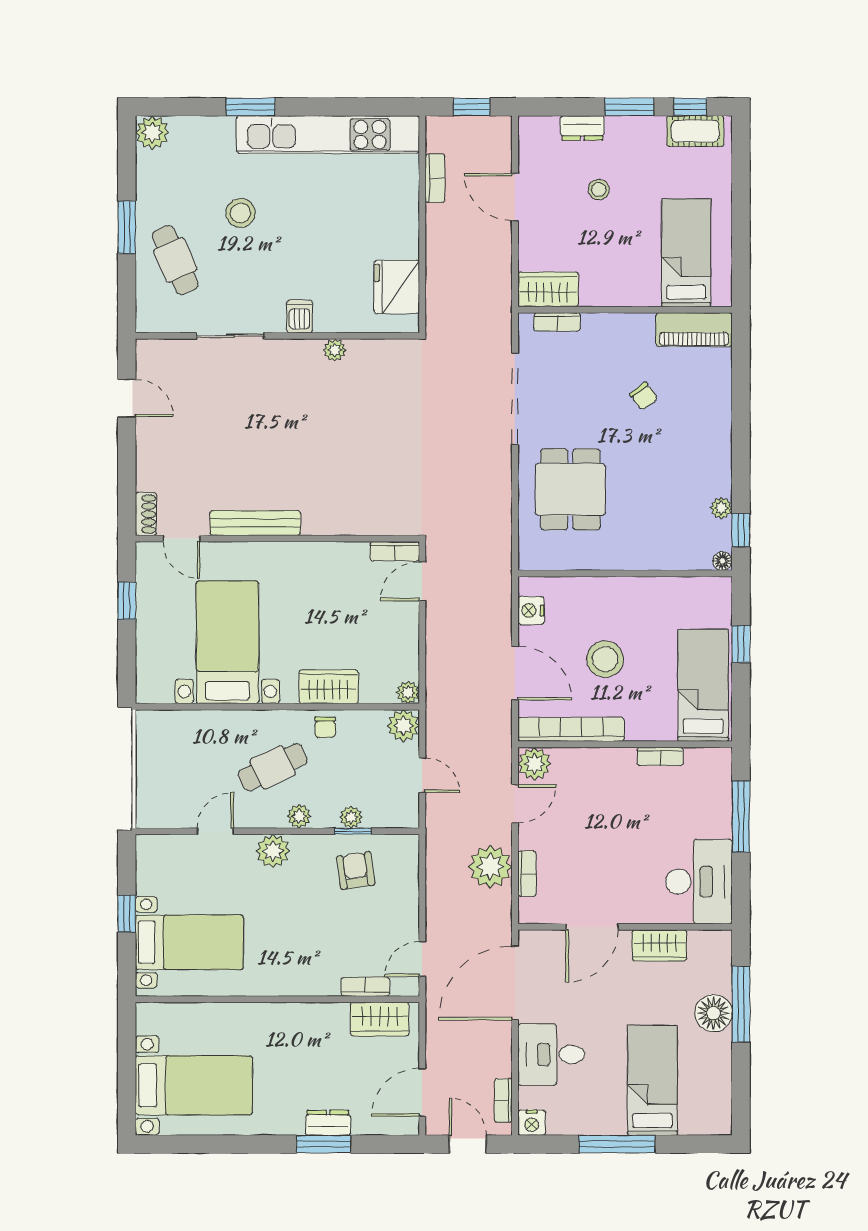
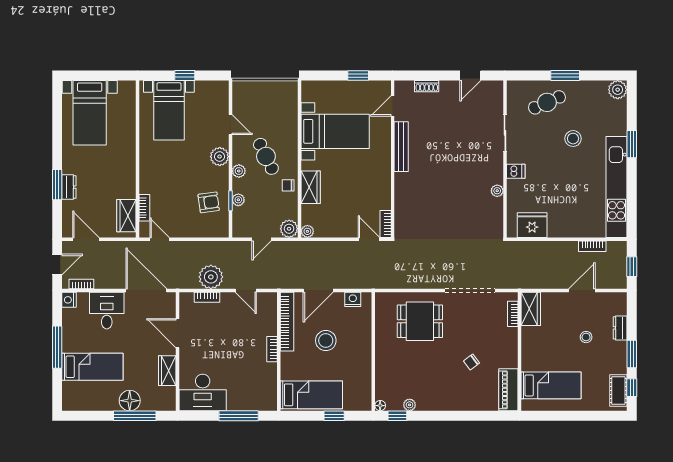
shoe rack: (146, 514) -> (427, 86), moved
bookcase: (660, 756) -> (272, 349), moved
plant: (534, 764) -> (268, 301), removed

